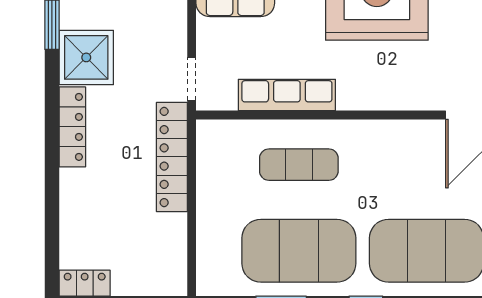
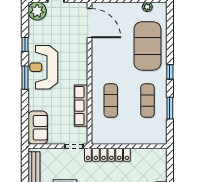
exercise mat: (299, 251) -> (147, 101), width x0.50, depth x0.69

